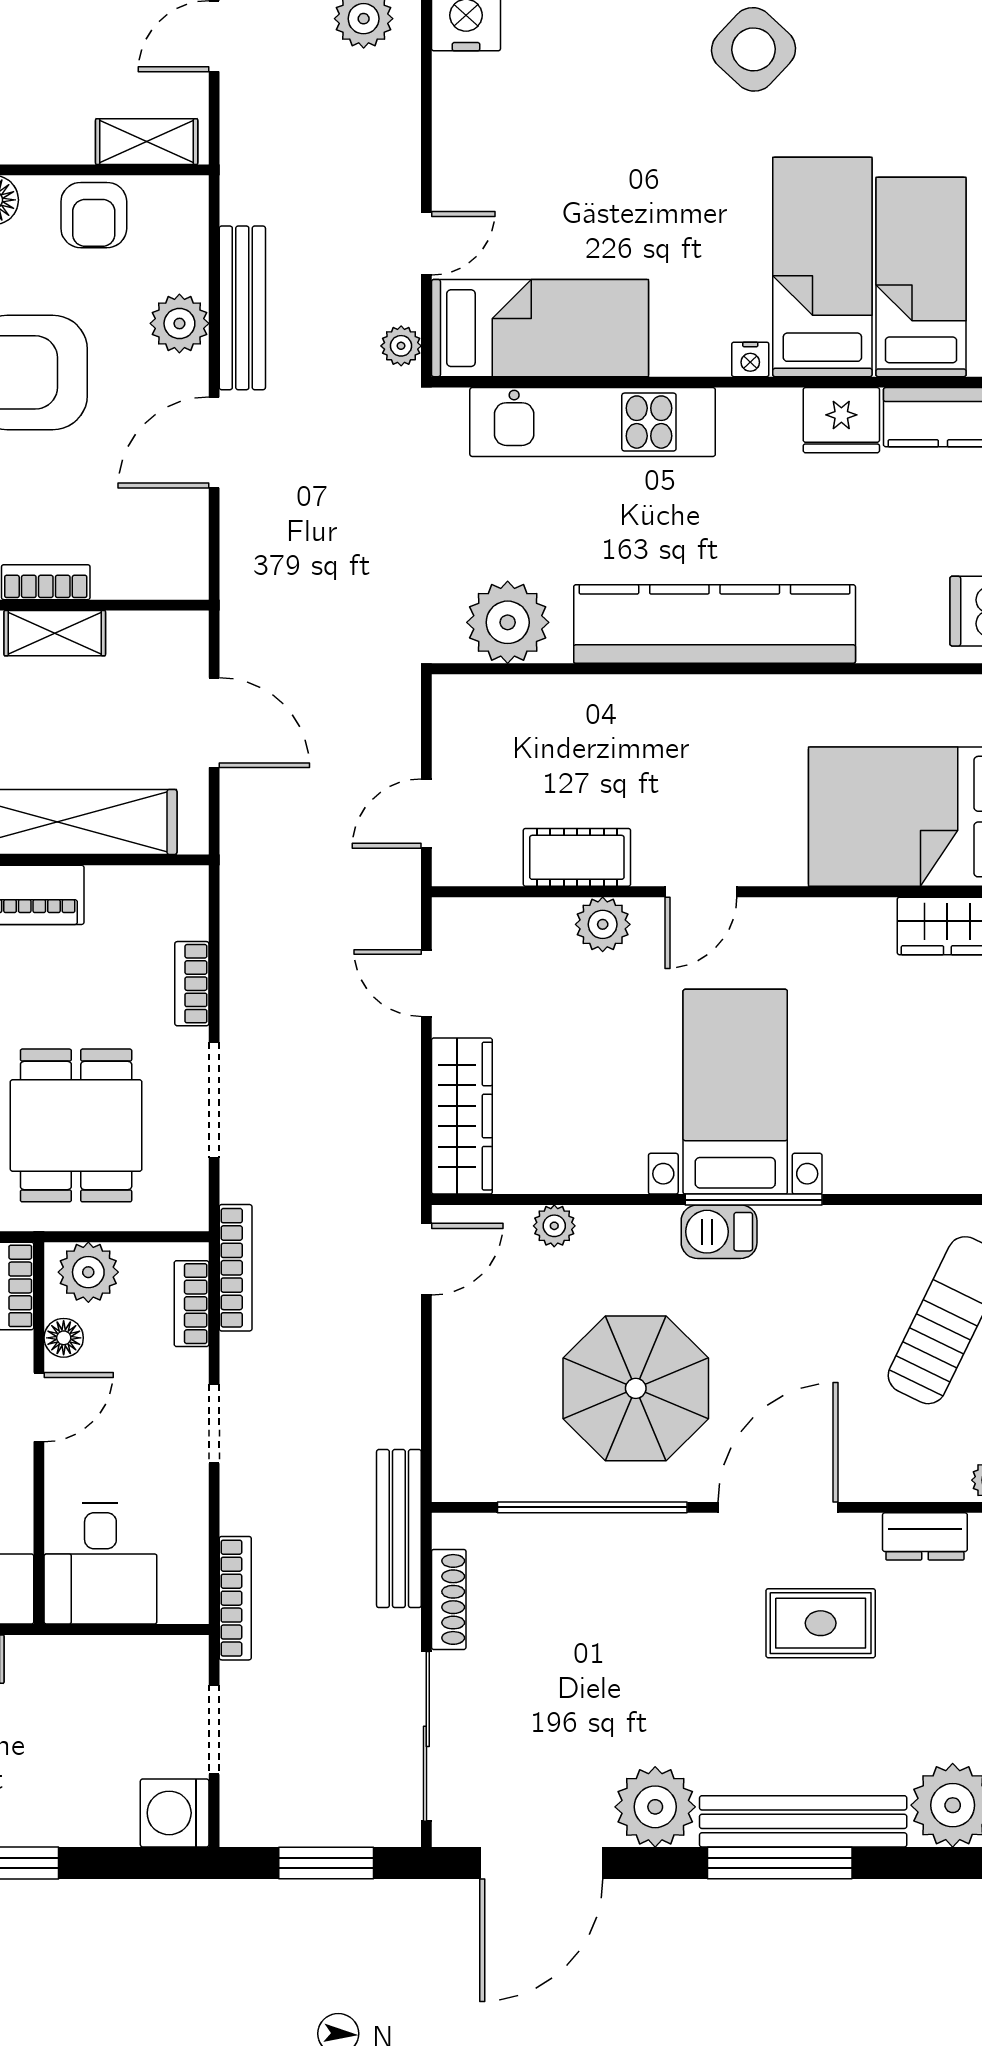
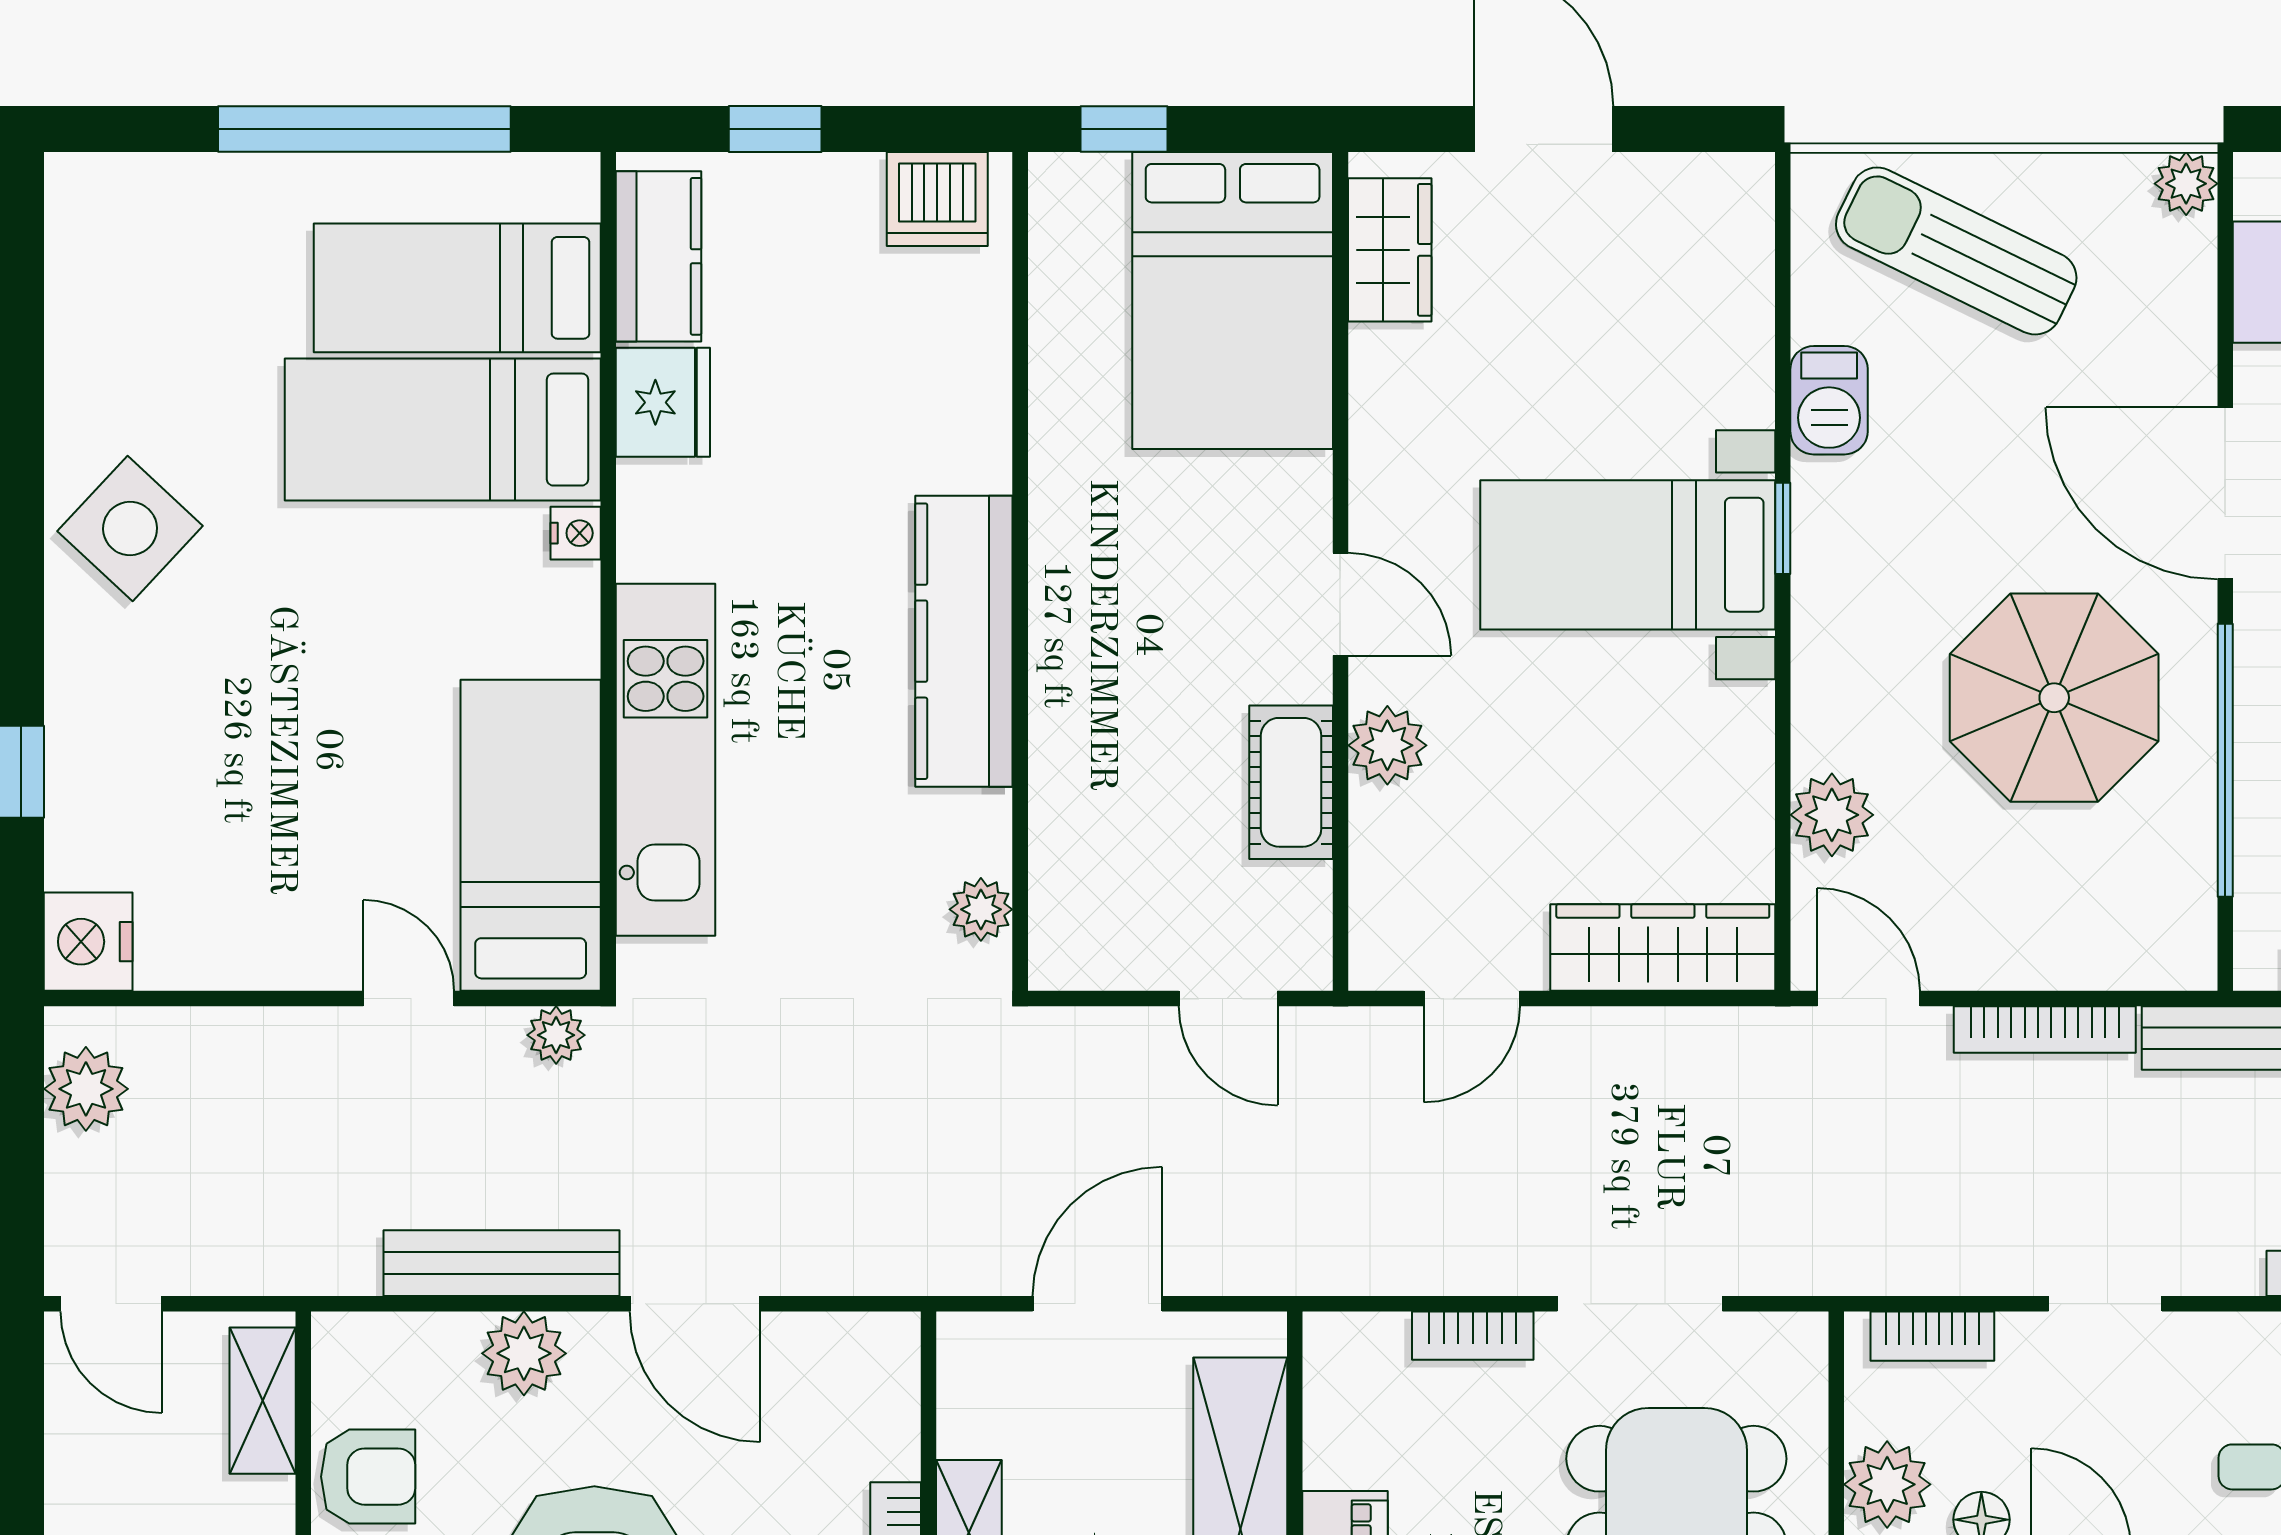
plant: (508, 622) -> (981, 909), width x0.53, depth x0.53
kitchen counter: (715, 624) -> (964, 641), width x0.72, depth x0.86
window: (754, 1200) -> (1783, 528), width x0.46
plant: (554, 1226) -> (1832, 815), width x1.38, depth x1.38
barbecue: (719, 1232) -> (1829, 400), moved
bookcase: (236, 1268) -> (2045, 1030), moved, turned 180

